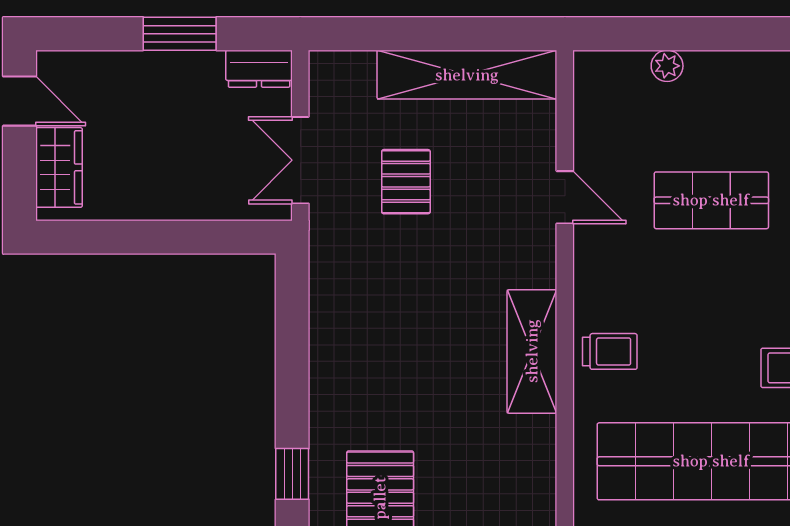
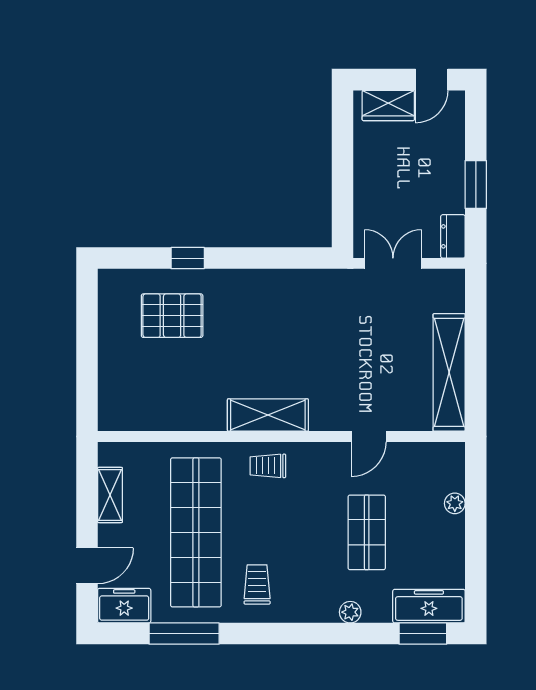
pallet: (406, 182) -> (379, 333), removed
trolley: (610, 351) -> (268, 466), turned 90

